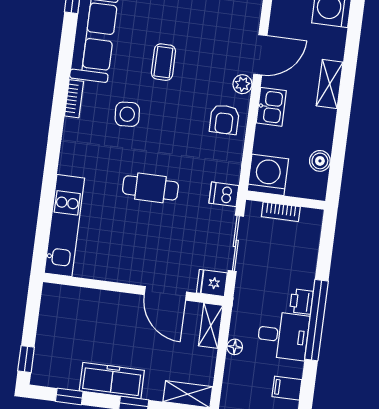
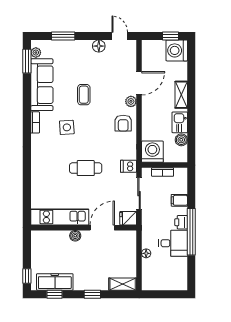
kitchen sink: (271, 107) -> (180, 122), moved, turned 180
kitchen unit: (64, 226) -> (60, 217), moved, turned -90
door: (165, 293) -> (102, 228), swing flipped
boiler: (117, 301) -> (75, 236), added
shelving: (211, 326) -> (131, 243), removed
freezer: (112, 381) -> (55, 282), moved
filing cabinet: (287, 388) -> (179, 200), moved

